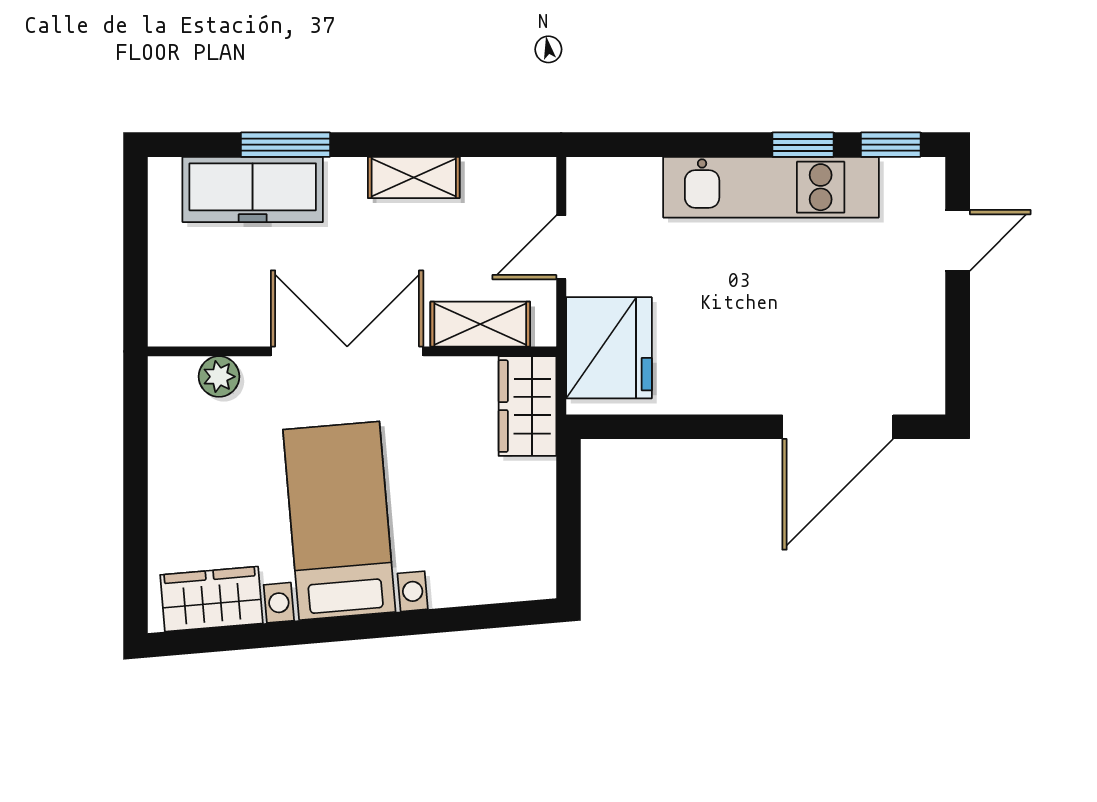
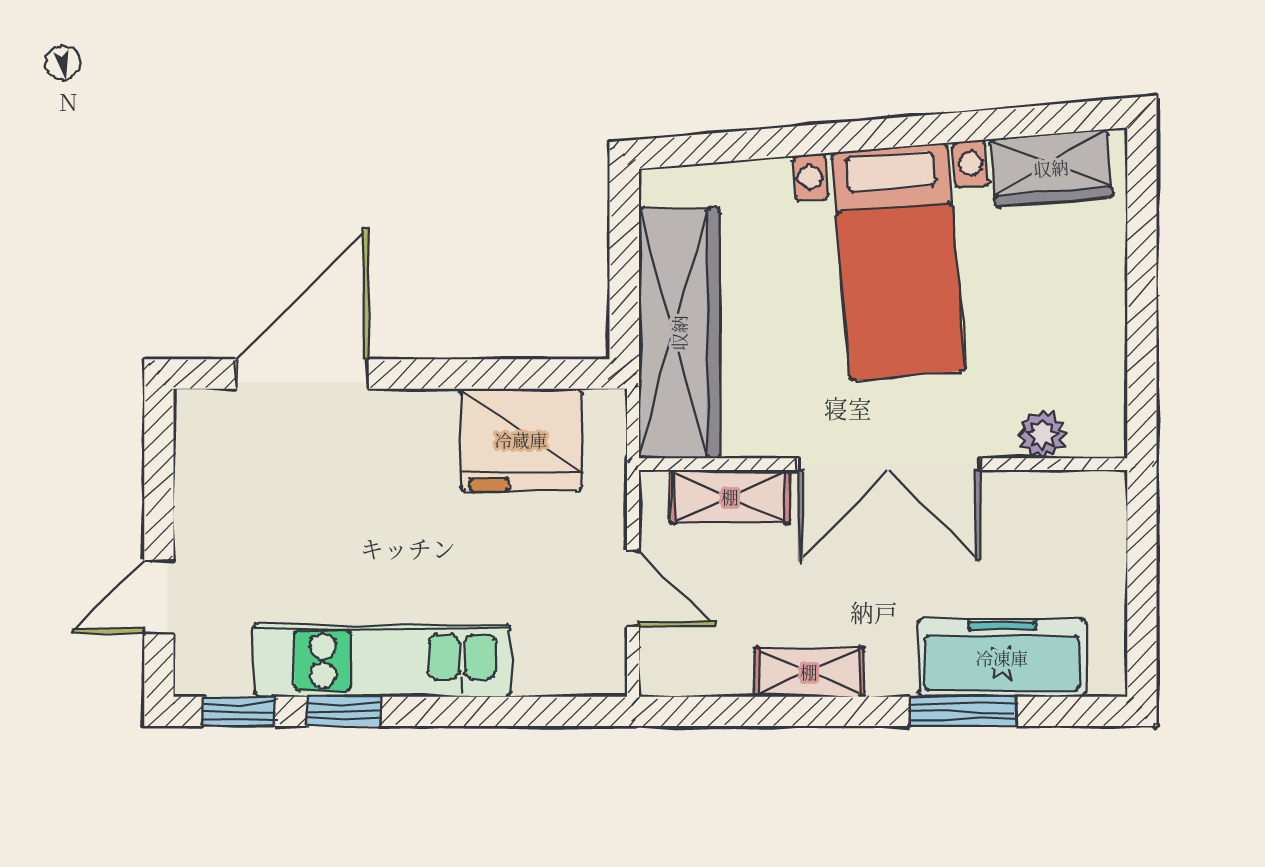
door: (561, 247) -> (633, 589), hinge flipped
fridge: (609, 348) -> (521, 440), moved, turned -90
wardrobe: (527, 406) -> (679, 333), width x2.10, depth x1.17

